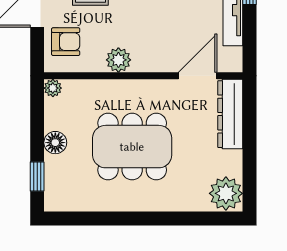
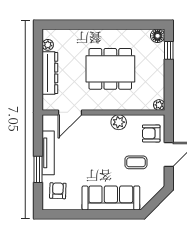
dresser: (230, 114) -> (50, 73), moved
floor lamp: (55, 143) -> (158, 36), moved
plant: (226, 193) -> (48, 45), width x0.53, depth x0.53

